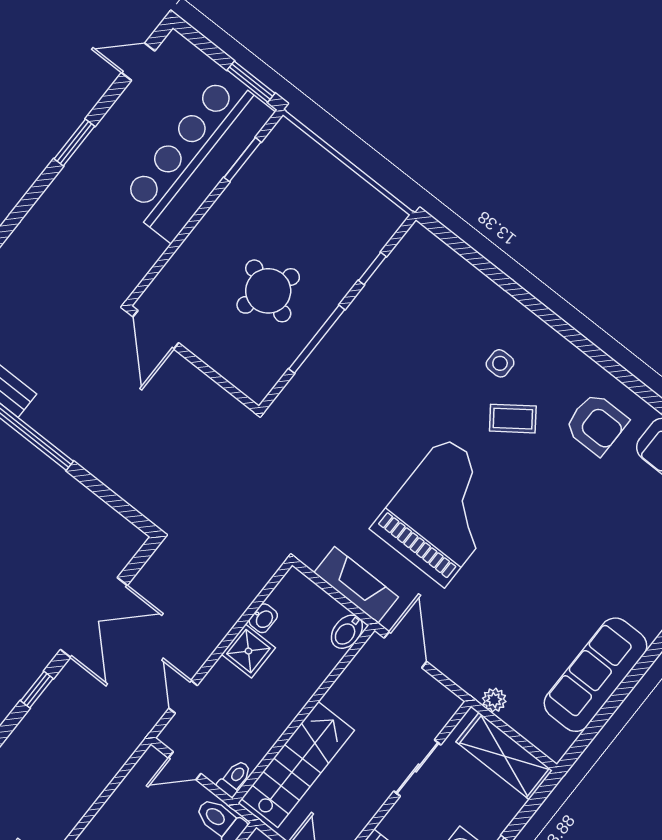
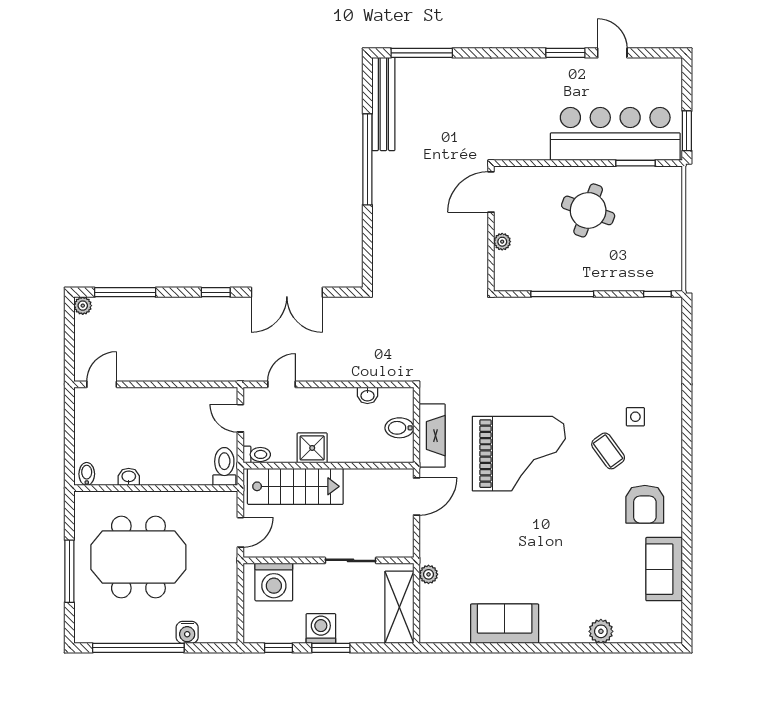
door: (138, 62) -> (612, 53), moved
window: (372, 269) -> (657, 294), moved
round table: (268, 291) -> (588, 210), moved
plant: (215, 358) -> (502, 242), added
bidet: (347, 632) -> (399, 428), moved
shower: (248, 651) -> (312, 448), moved
sofa: (596, 675) -> (505, 624), width x0.73

